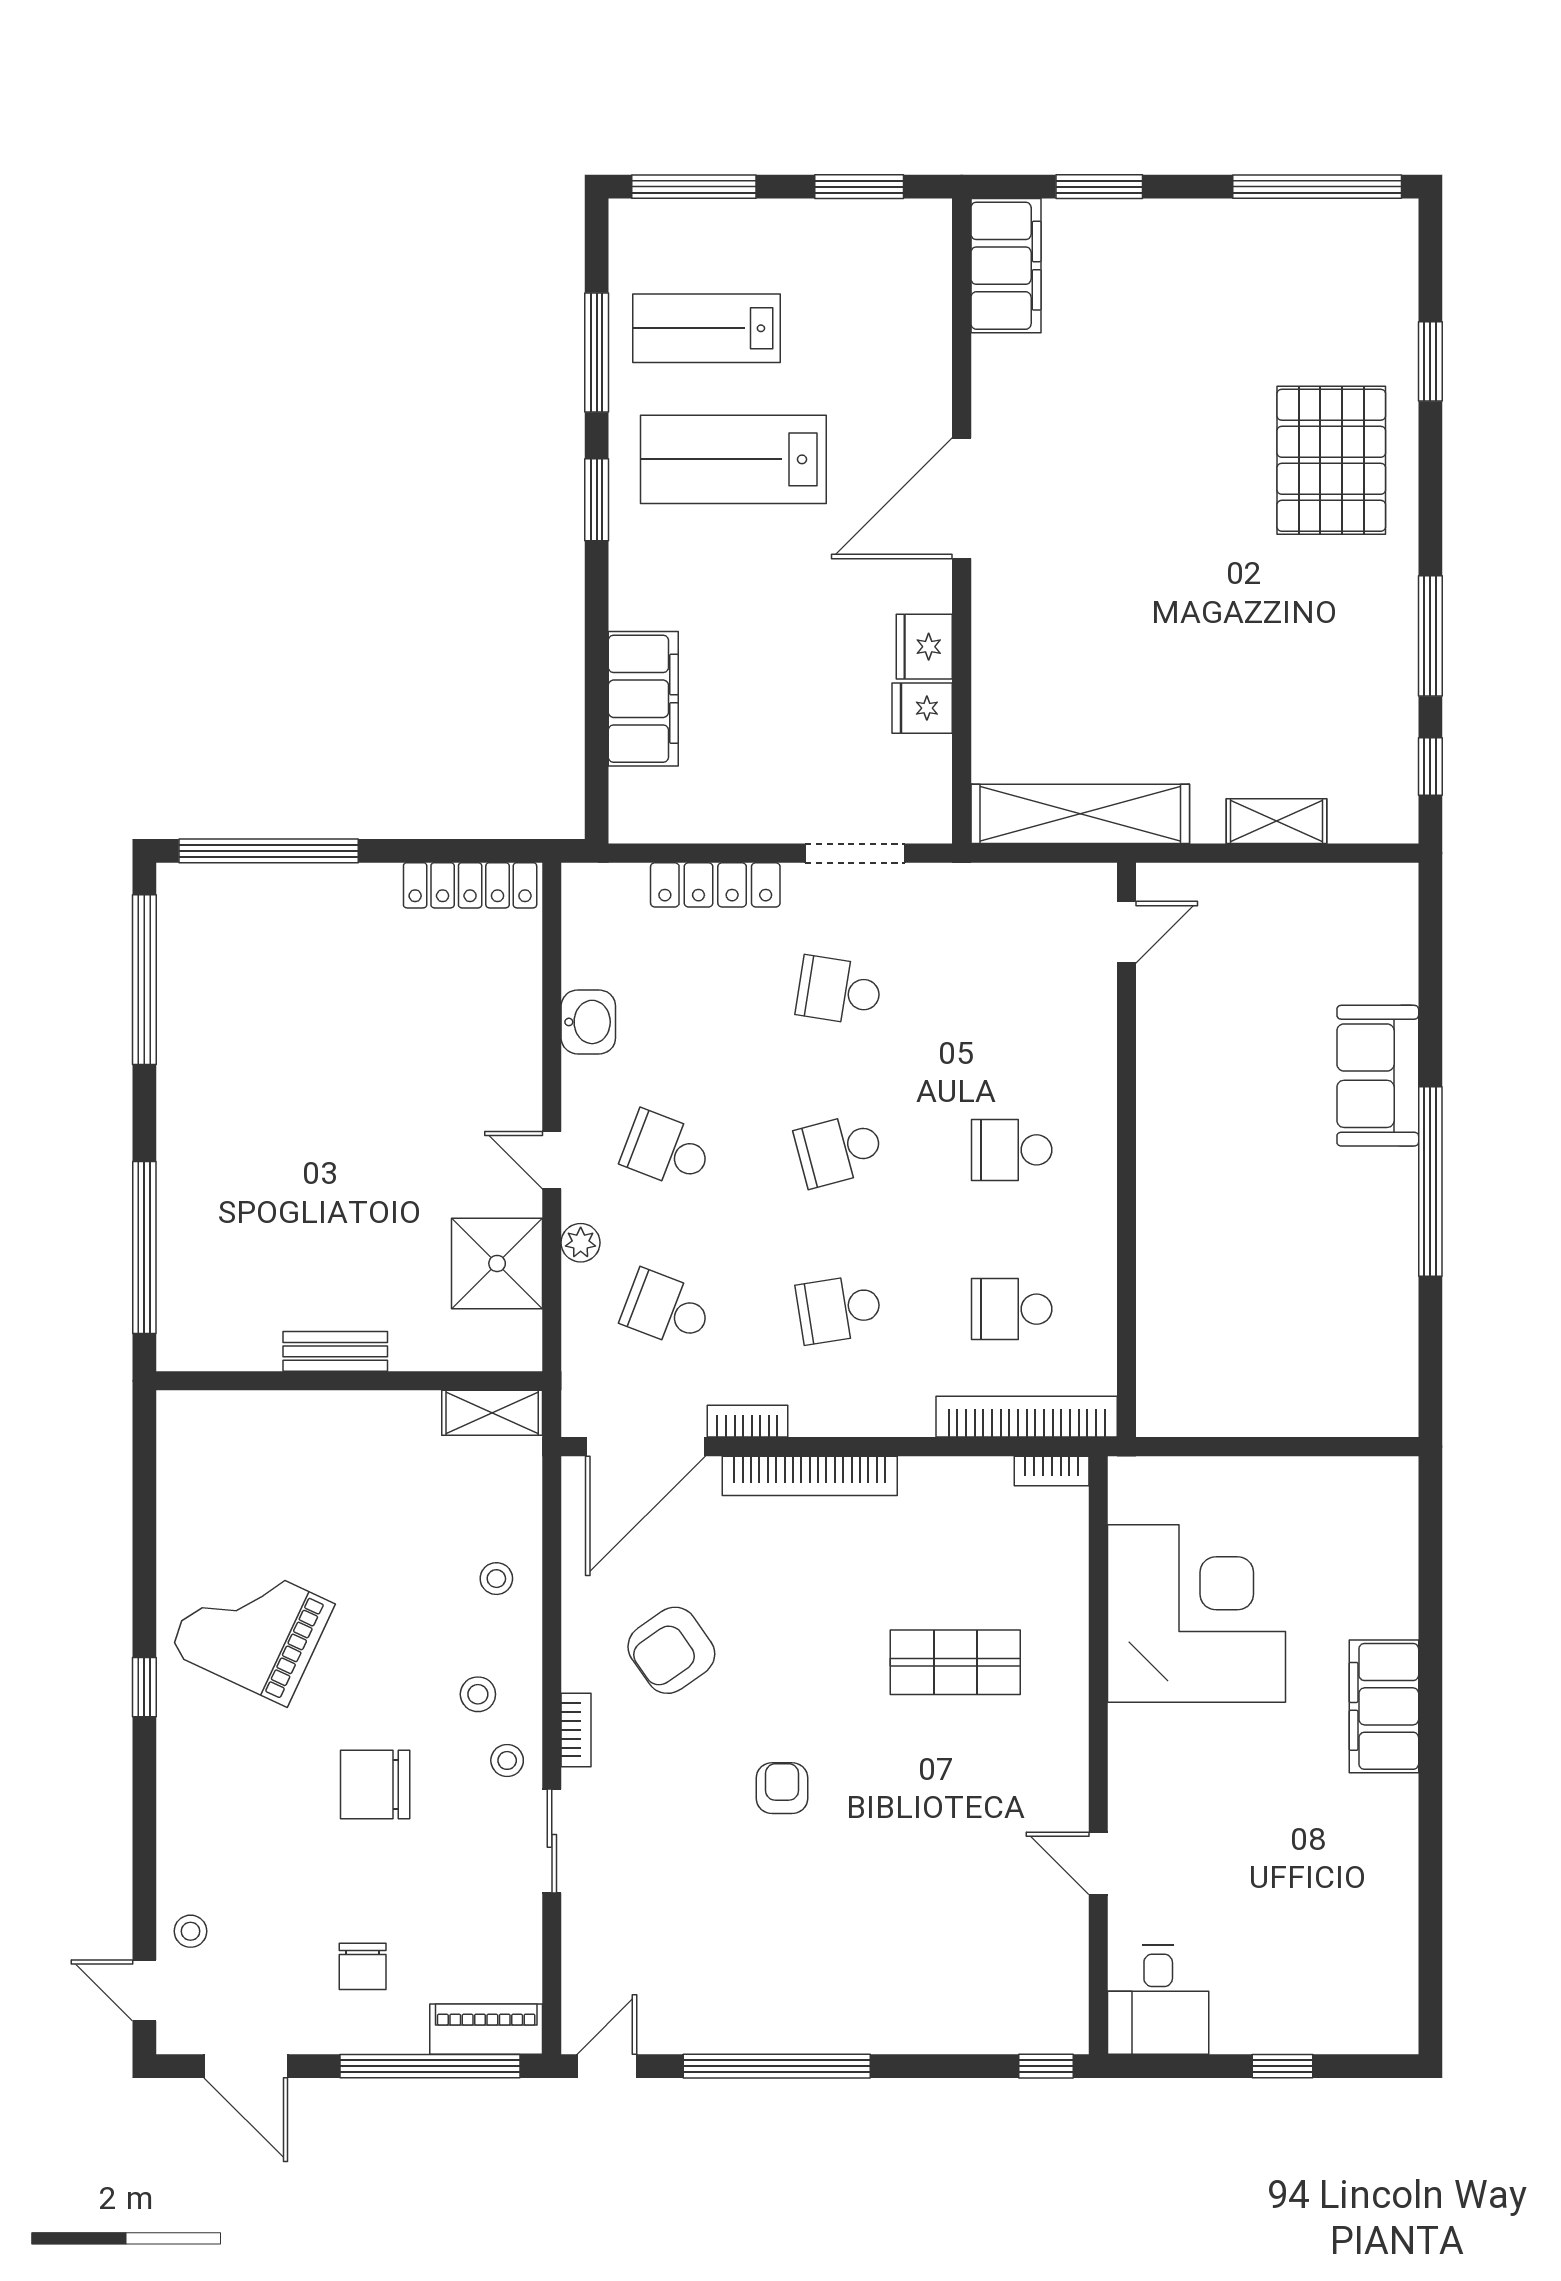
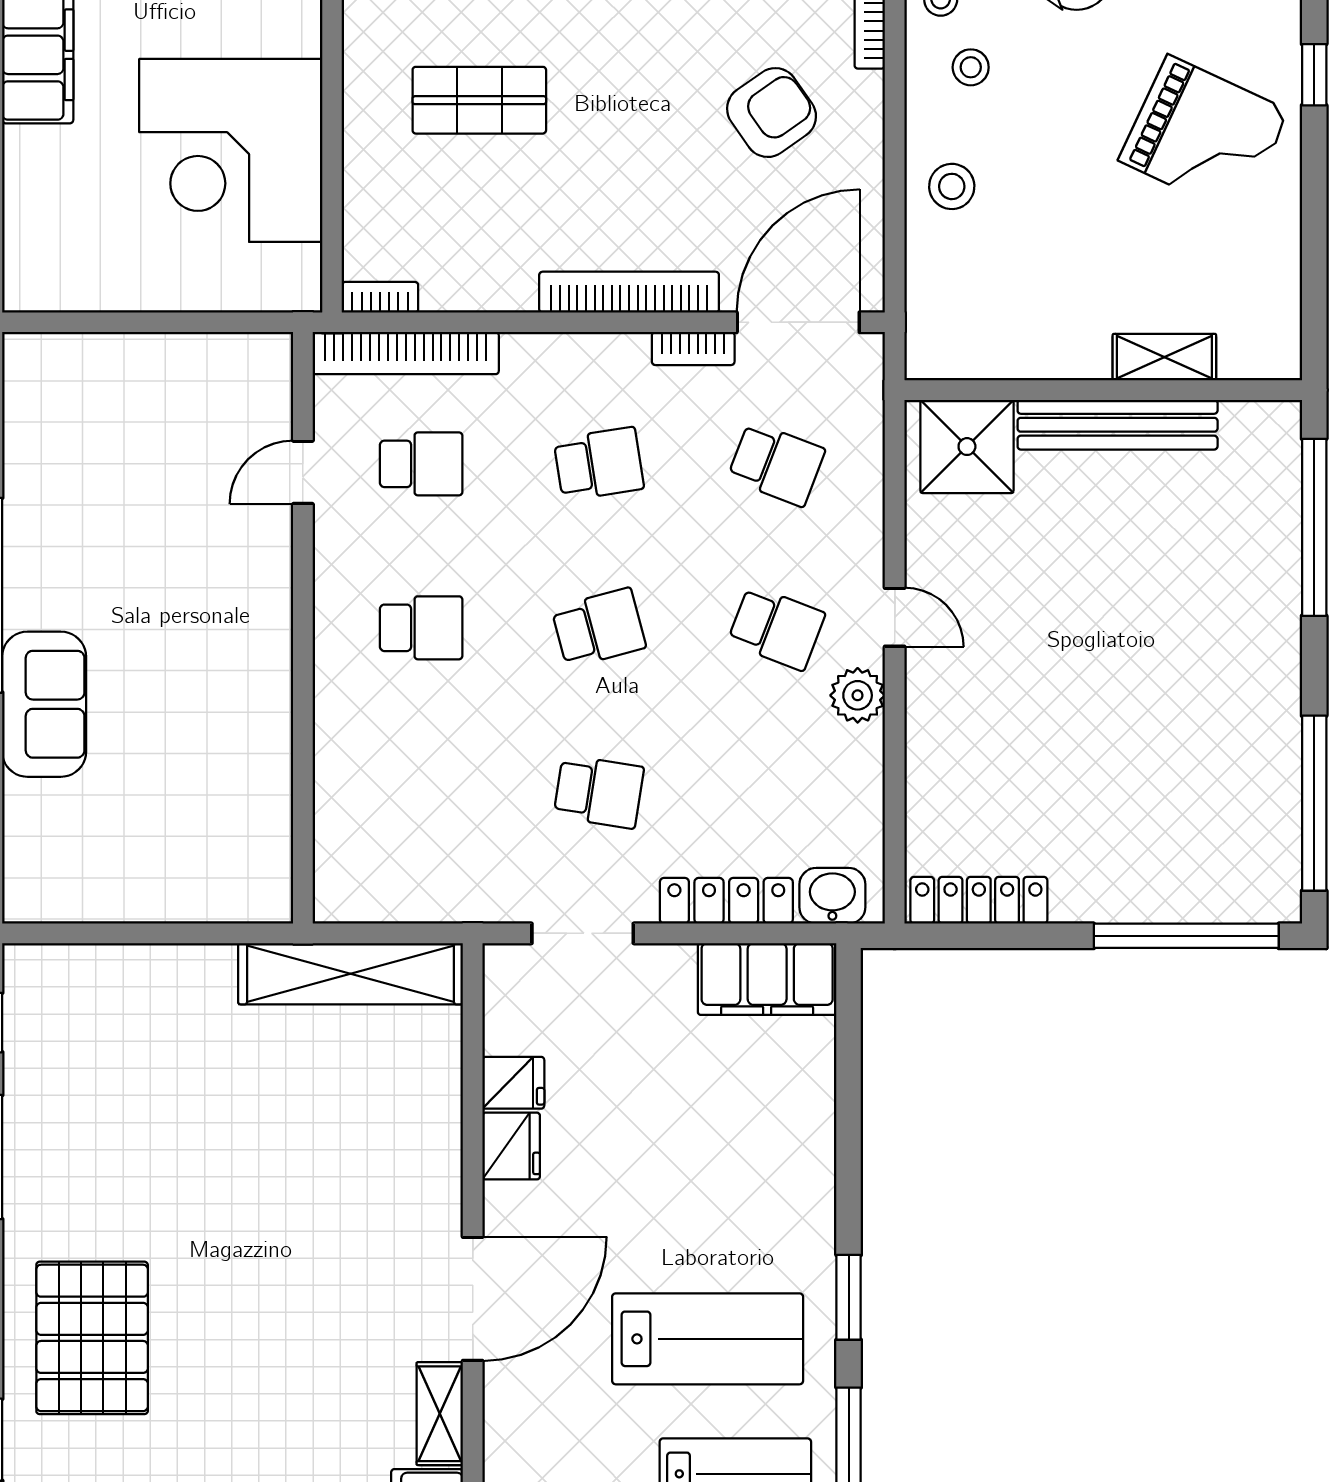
filing cabinet: (643, 699) -> (767, 979), moved, turned -90
shelving: (1277, 821) -> (440, 1414), moved, turned 90
door: (1126, 932) -> (303, 472), moved
washbasin: (588, 1022) -> (832, 896), moved, turned 90
plant: (581, 1243) -> (858, 695), moved, width x1.38, depth x1.38
shower: (497, 1263) -> (967, 447), moved
bench: (335, 1351) -> (1118, 425), width x1.86, depth x1.21
shelving: (492, 1413) -> (1164, 357), moved
stool: (496, 1579) -> (952, 186), width x1.37, depth x1.37

